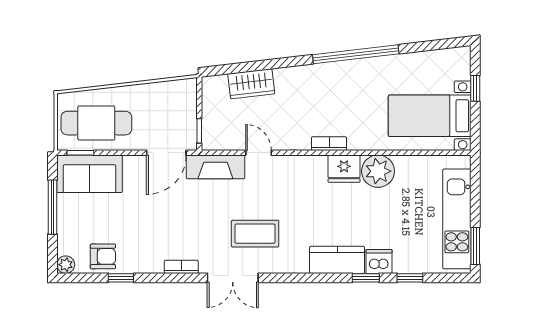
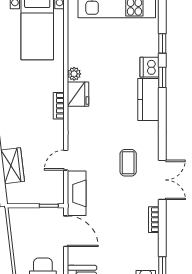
plant: (378, 171) -> (74, 74), width x0.53, depth x0.53
coffee table: (255, 234) -> (128, 163), width x0.73, depth x0.77

